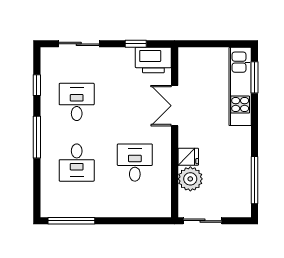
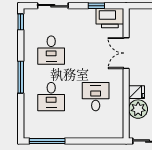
window: (37, 85) -> (21, 22), moved
desk: (77, 102) -> (51, 50), turned 180

